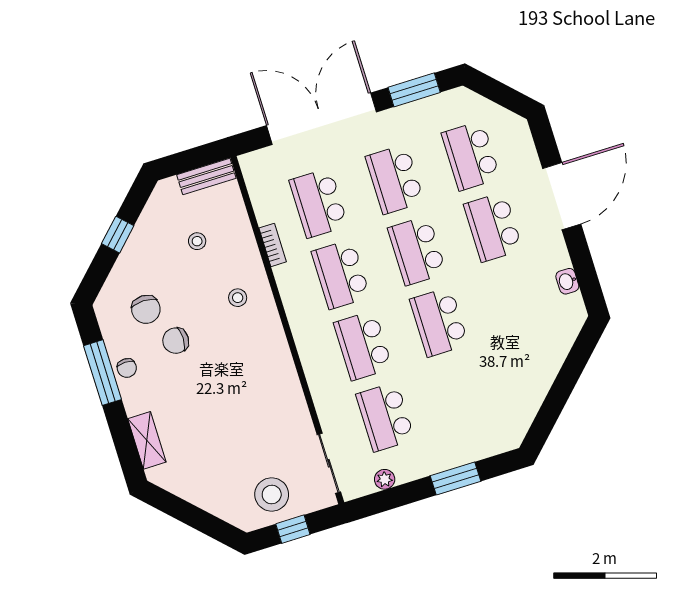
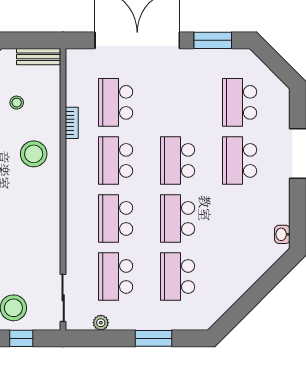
school desk: (395, 179) -> (178, 276), moved
washbasin: (567, 281) -> (282, 234), moved
stool: (238, 298) -> (34, 154), width x1.89, depth x1.89

